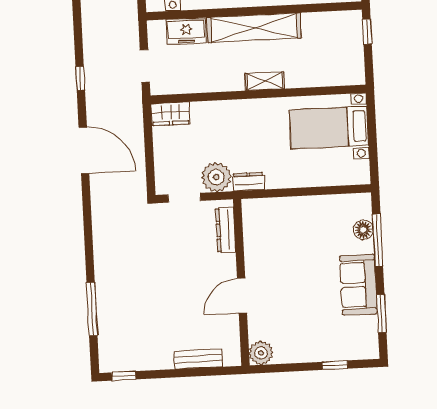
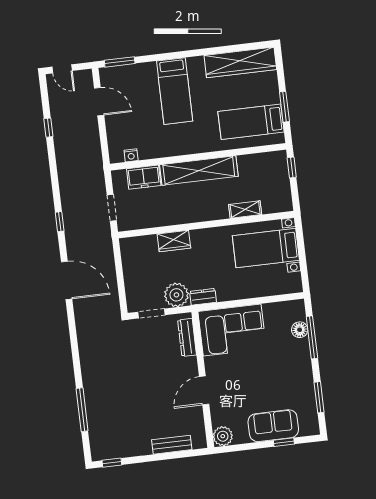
shelving: (265, 81) -> (245, 210), moved
wardrobe: (171, 114) -> (174, 241), moved
corner sofa: (281, 224) -> (232, 330), added
sofa: (358, 285) -> (273, 426), moved, turned 90

